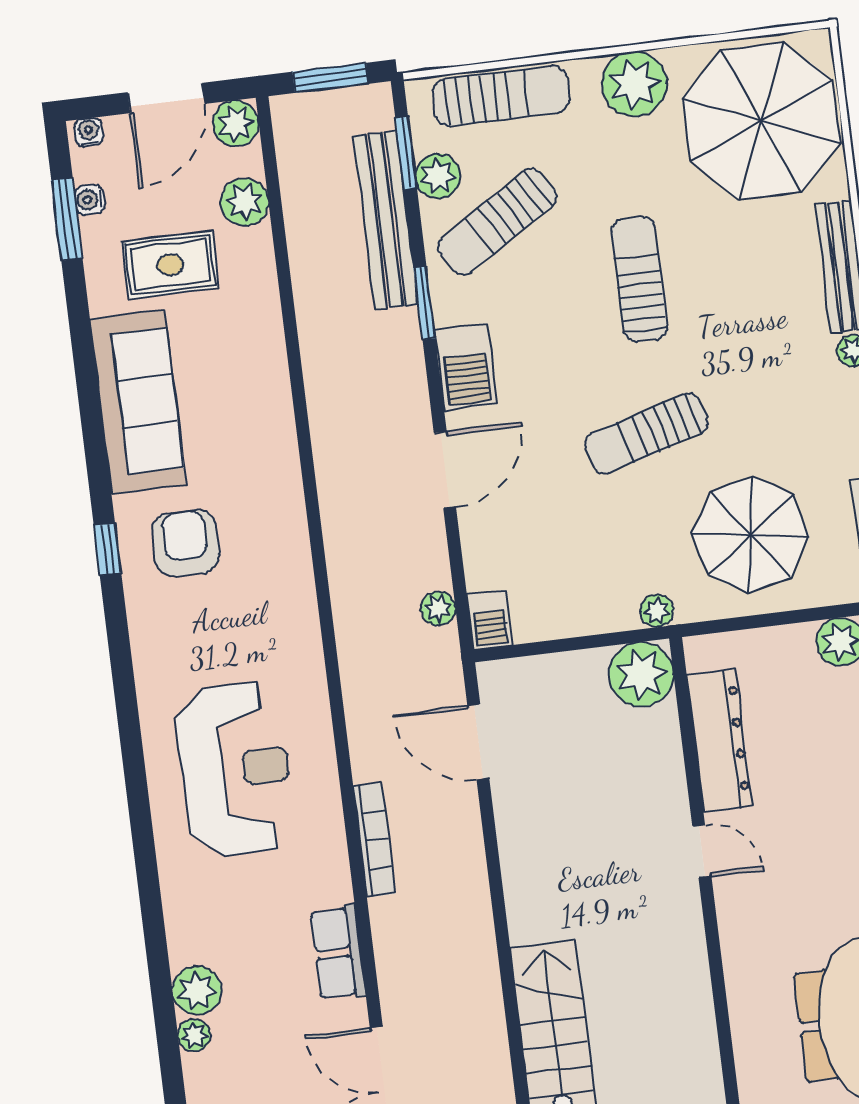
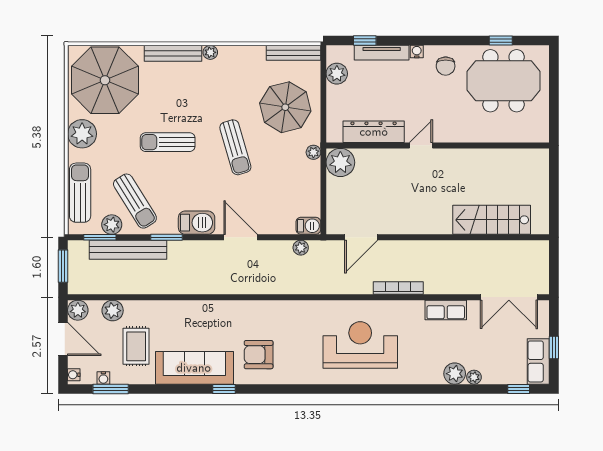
window: (107, 549) -> (224, 389), moved

